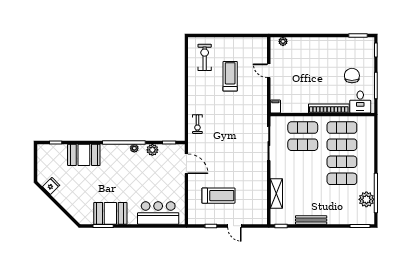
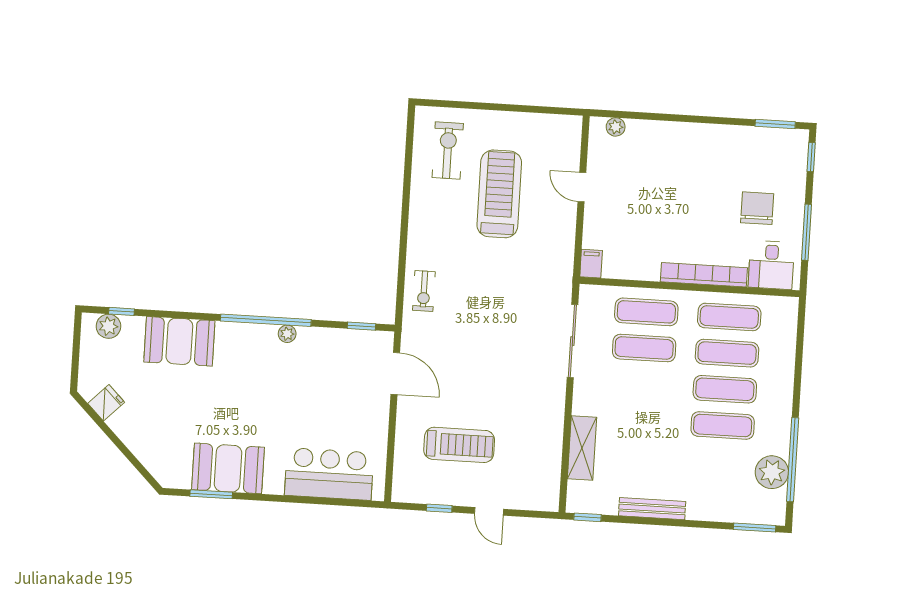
treadmill: (230, 76) -> (499, 194), width x1.37, depth x1.38
plant: (152, 150) -> (108, 326), moved

